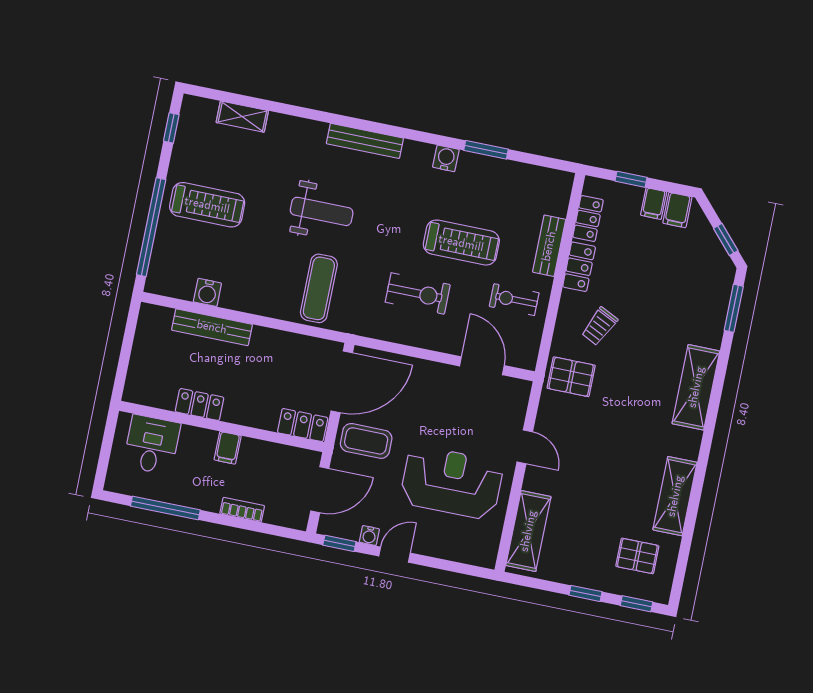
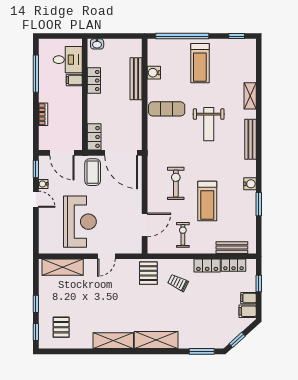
shelving: (242, 117) -> (250, 96), moved
bench: (549, 246) -> (232, 248), moved
exercise mat: (319, 288) -> (167, 109), moved
exercise bike: (418, 293) -> (176, 183), turned 180
washbasin: (134, 385) -> (97, 44), added
filing cabinet: (228, 448) -> (74, 80), moved
shelving: (675, 496) -> (113, 341), moved

